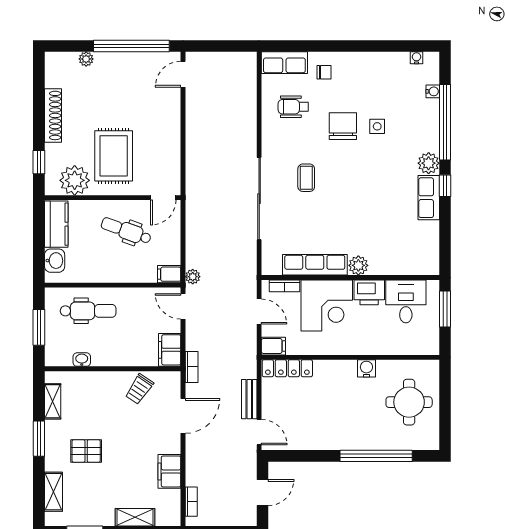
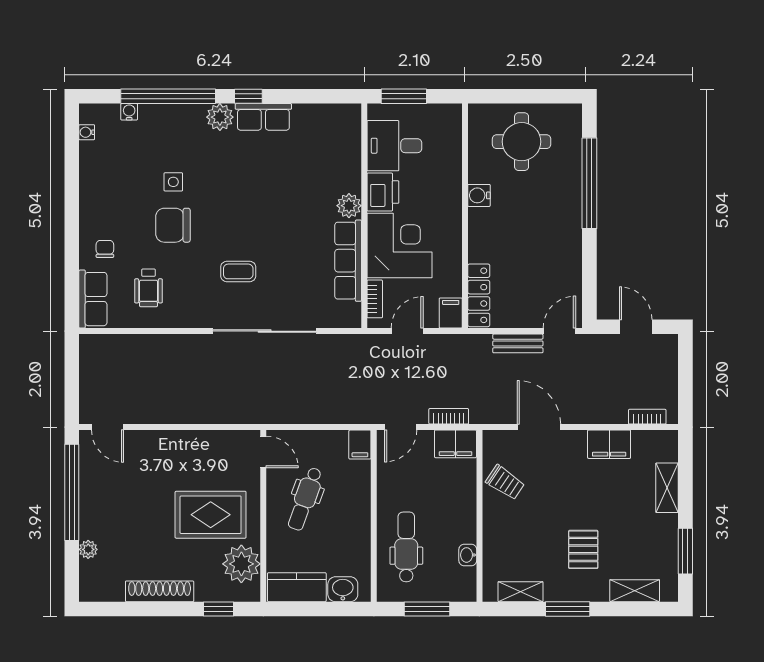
plant: (193, 277) -> (363, 415), removed
bookcase: (192, 367) -> (449, 416), moved

